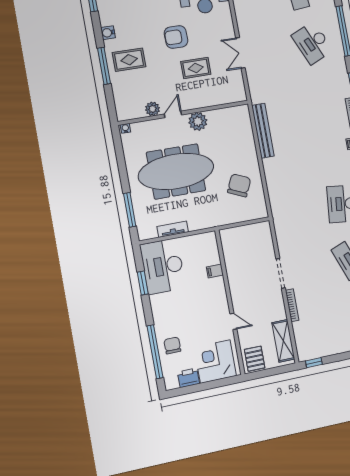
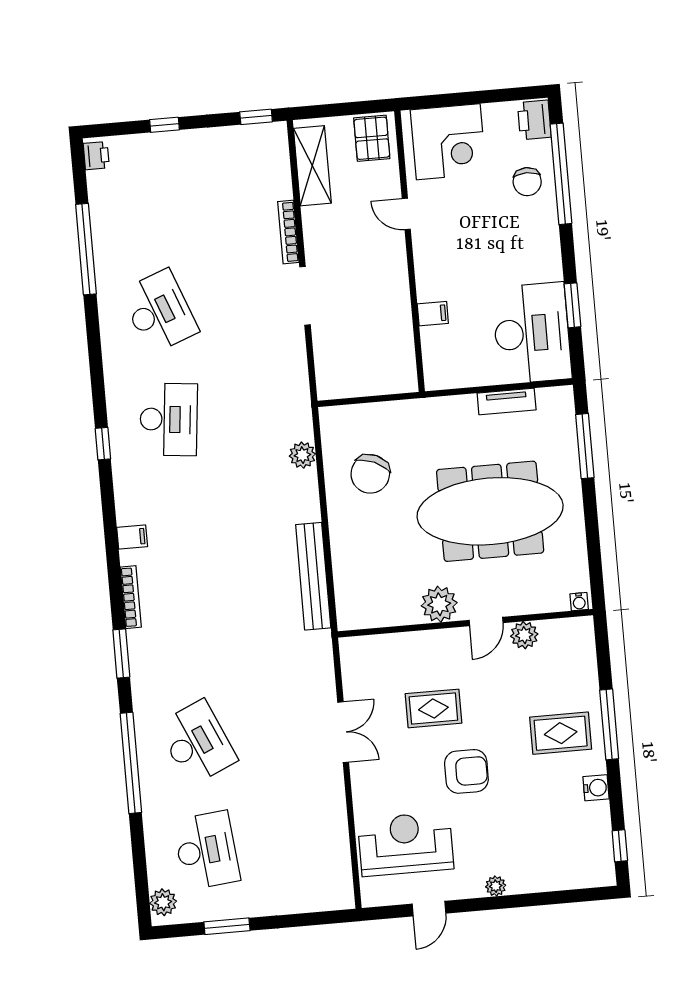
plant: (274, 192) -> (302, 455), added
printer: (188, 378) -> (534, 120), moved, turned 90

